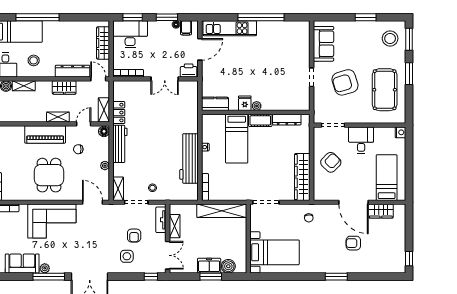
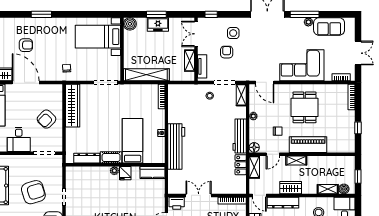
workbench: (189, 158) -> (176, 146), moved
boiler: (228, 266) -> (130, 24), moved

